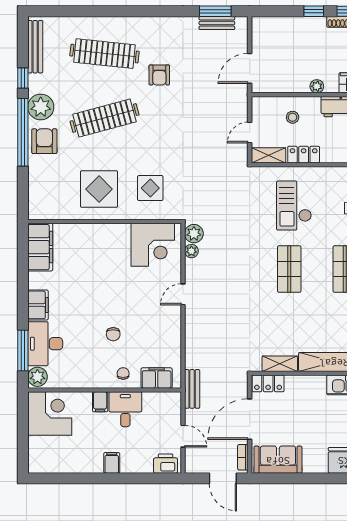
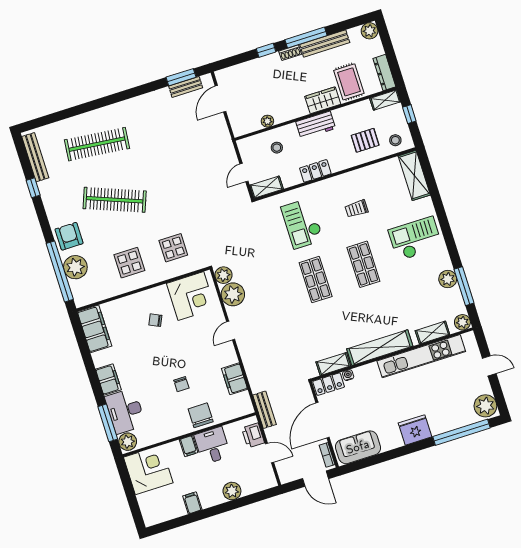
door: (250, 68) -> (221, 99), moved
armchair: (159, 75) -> (150, 148), removed
plant: (317, 86) -> (267, 121), moved
plant: (41, 107) -> (75, 267), moved
clothes rail: (105, 118) -> (115, 200), turned 36
window: (23, 132) -> (60, 271), moved
locker: (304, 155) -> (315, 171), moved
display table: (99, 189) -> (129, 263), width x0.73, depth x0.73
plant: (191, 251) -> (233, 294), width x1.88, depth x1.88
chair: (107, 258) -> (155, 320), added
chair: (123, 373) -> (201, 415), width x1.87, depth x1.87
filing cabinet: (157, 378) -> (235, 379), moved, turned -90
water cooler: (292, 380) -> (348, 375), added
filing cabinet: (112, 463) -> (192, 503), moved
plant: (131, 464) -> (232, 491), added
printer: (166, 464) -> (253, 435), moved, turned -90

